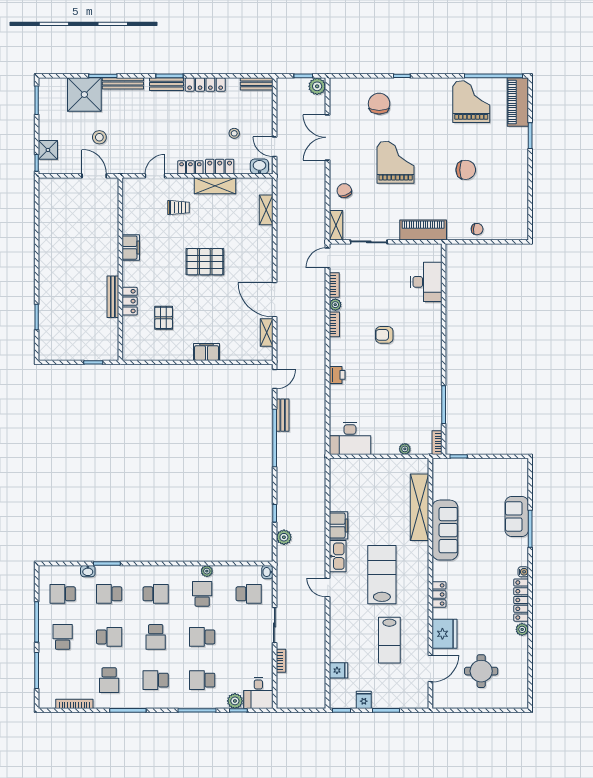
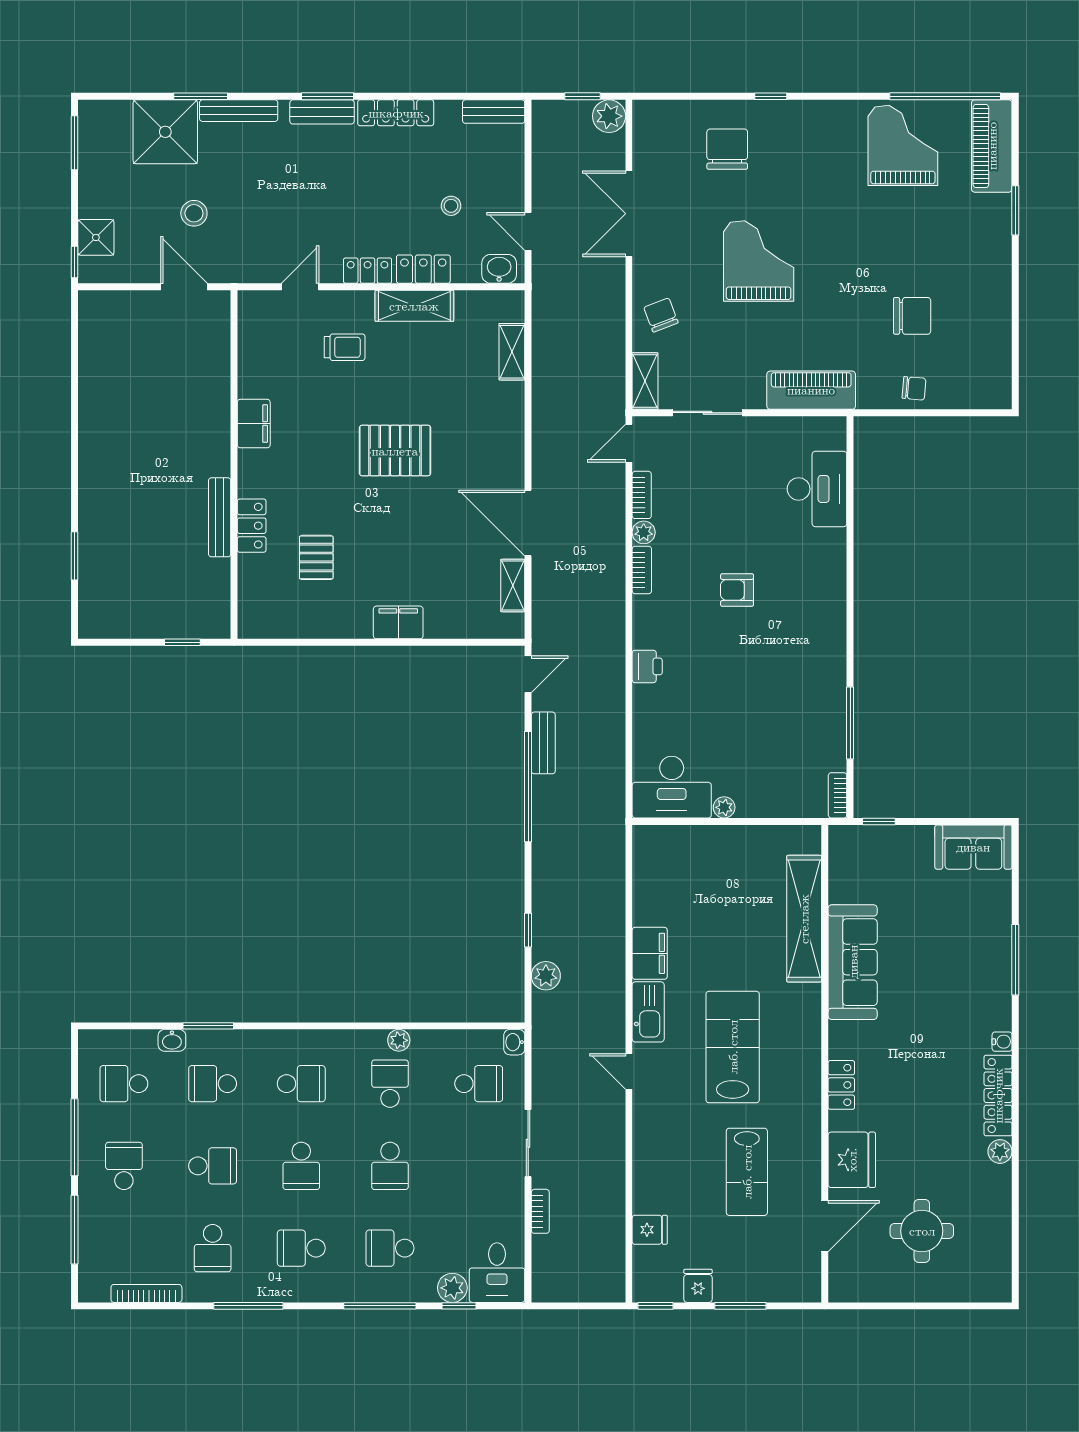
chair: (466, 170) -> (912, 316), moved
plant: (405, 449) -> (724, 807), moved
sofa: (517, 516) -> (973, 847), moved, turned -90
school desk: (202, 637) -> (390, 1166), turned -90

